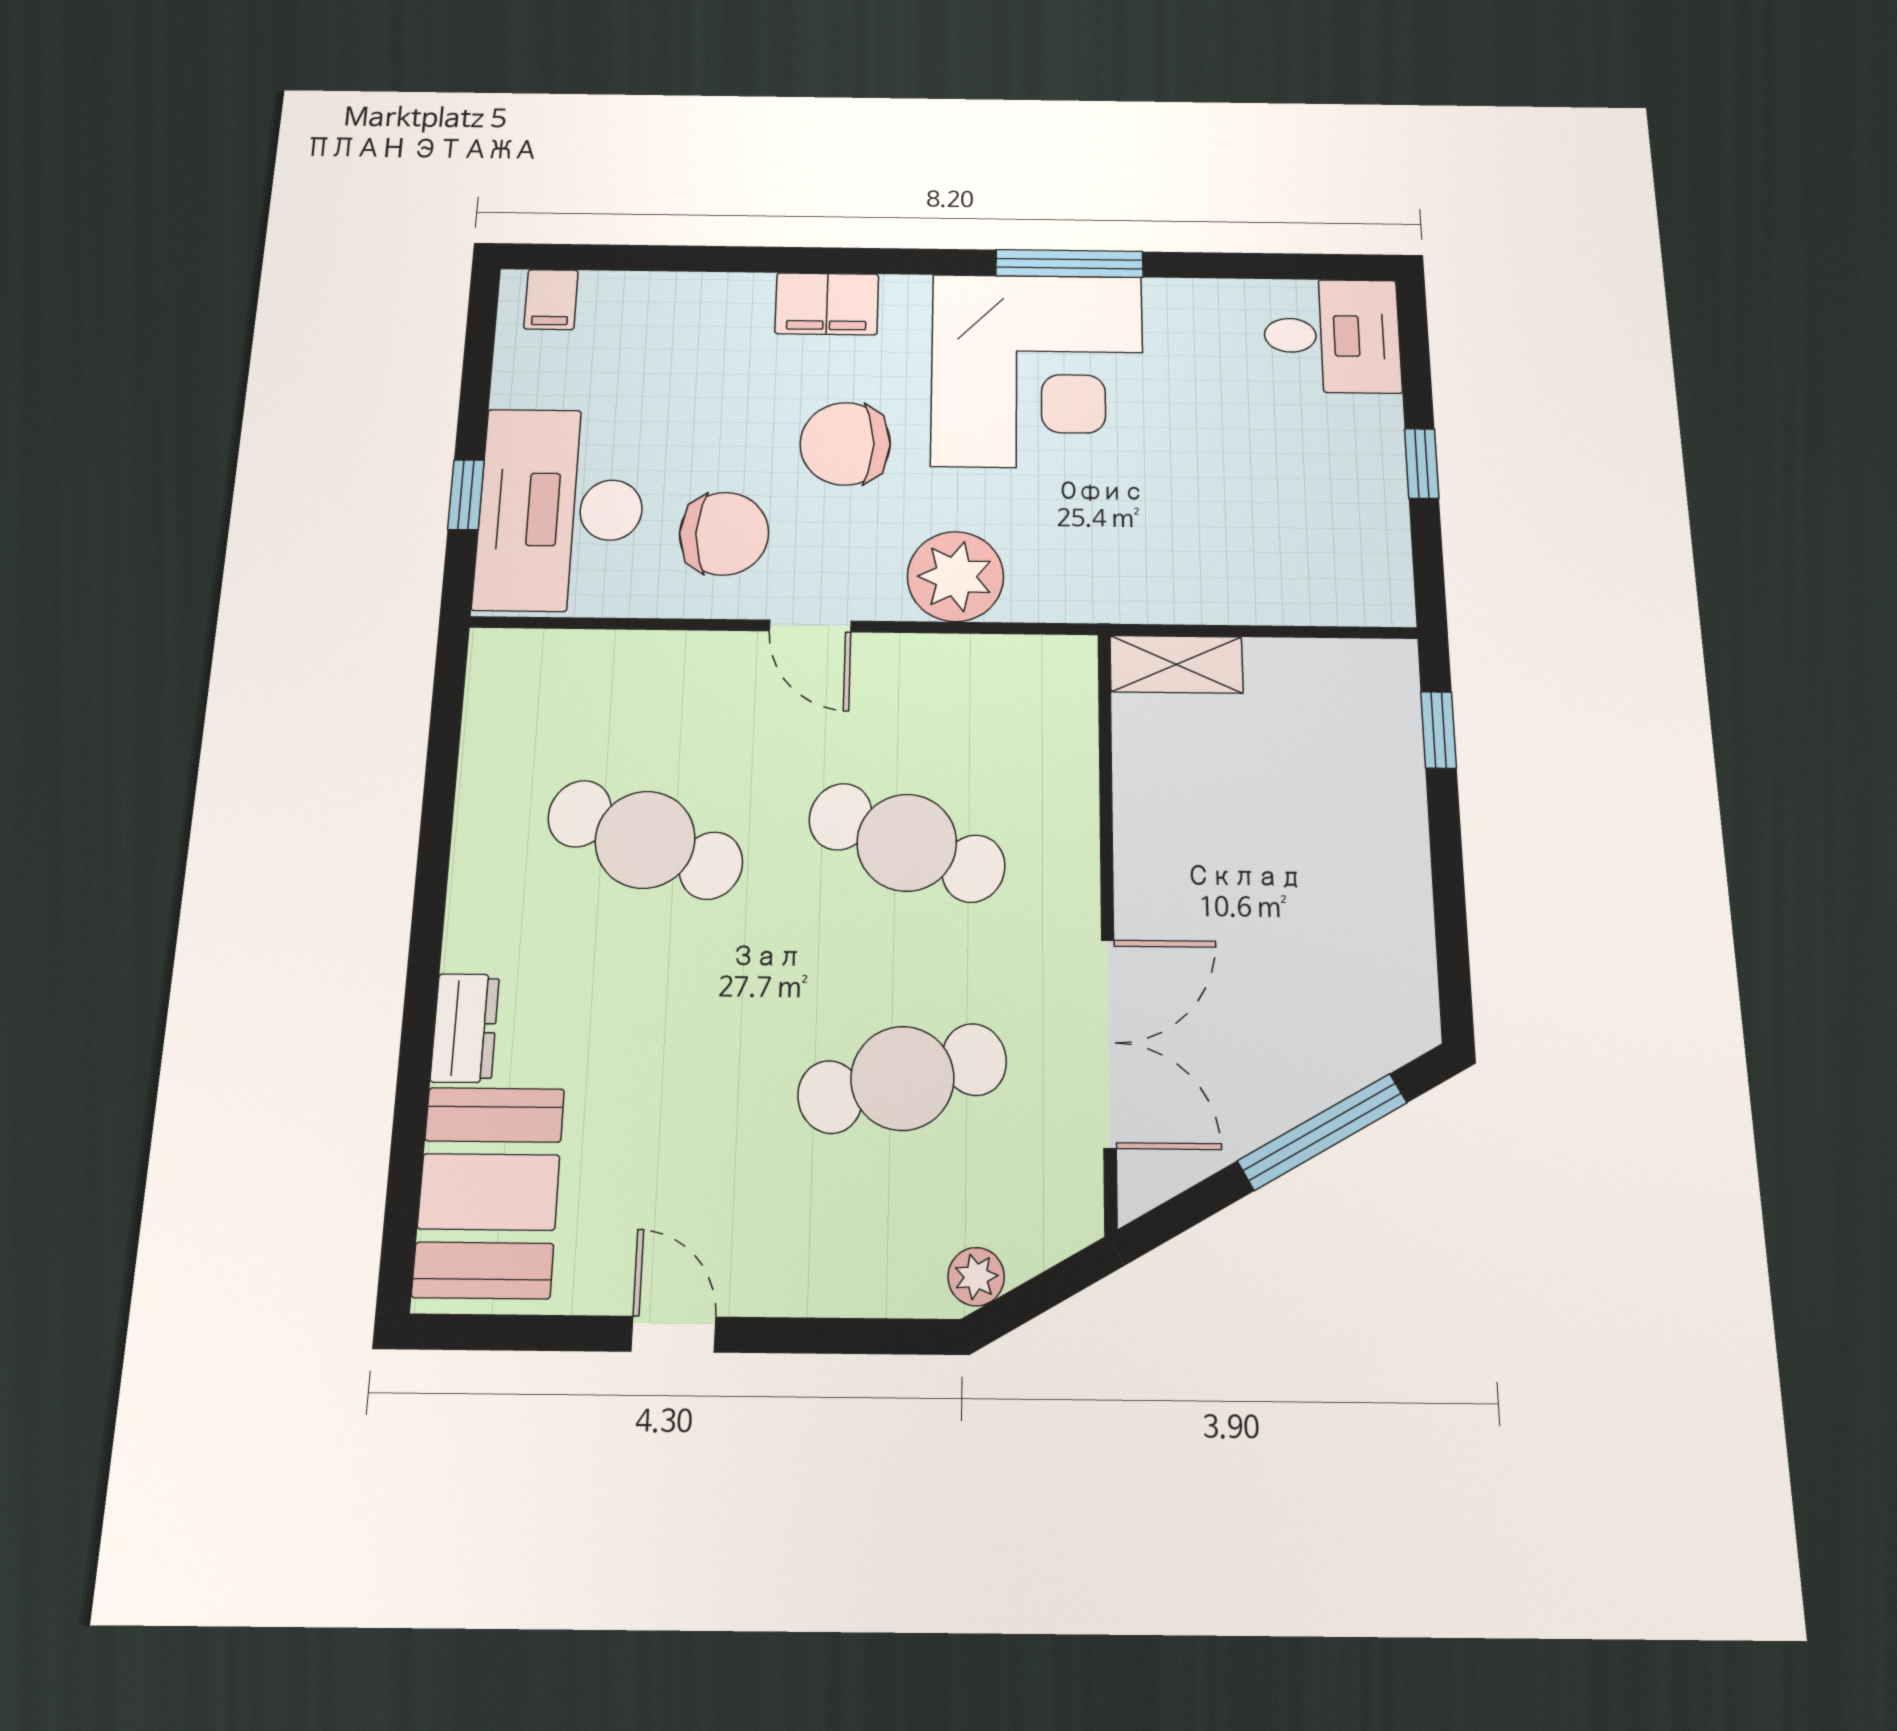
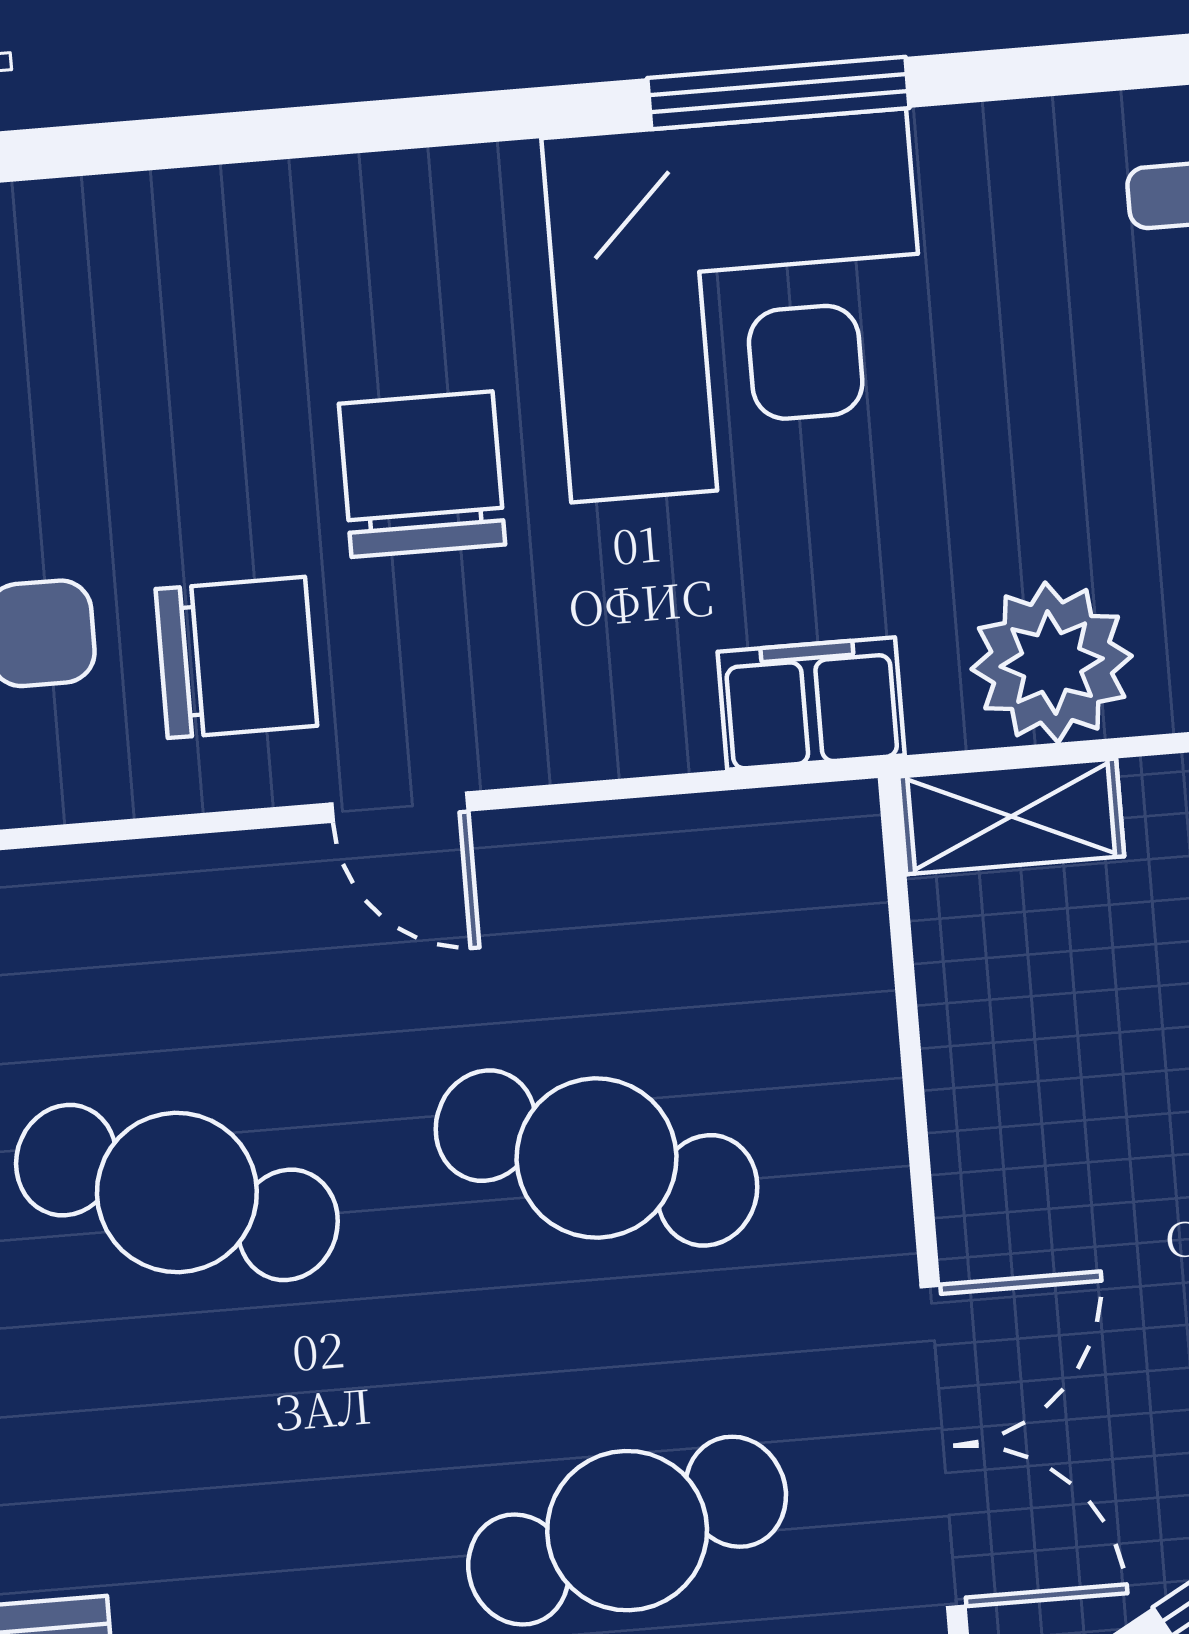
filing cabinet: (827, 304) -> (811, 703), moved, turned 180
chair: (845, 444) -> (422, 474), turned 90
plant: (955, 576) -> (1052, 663), moved

